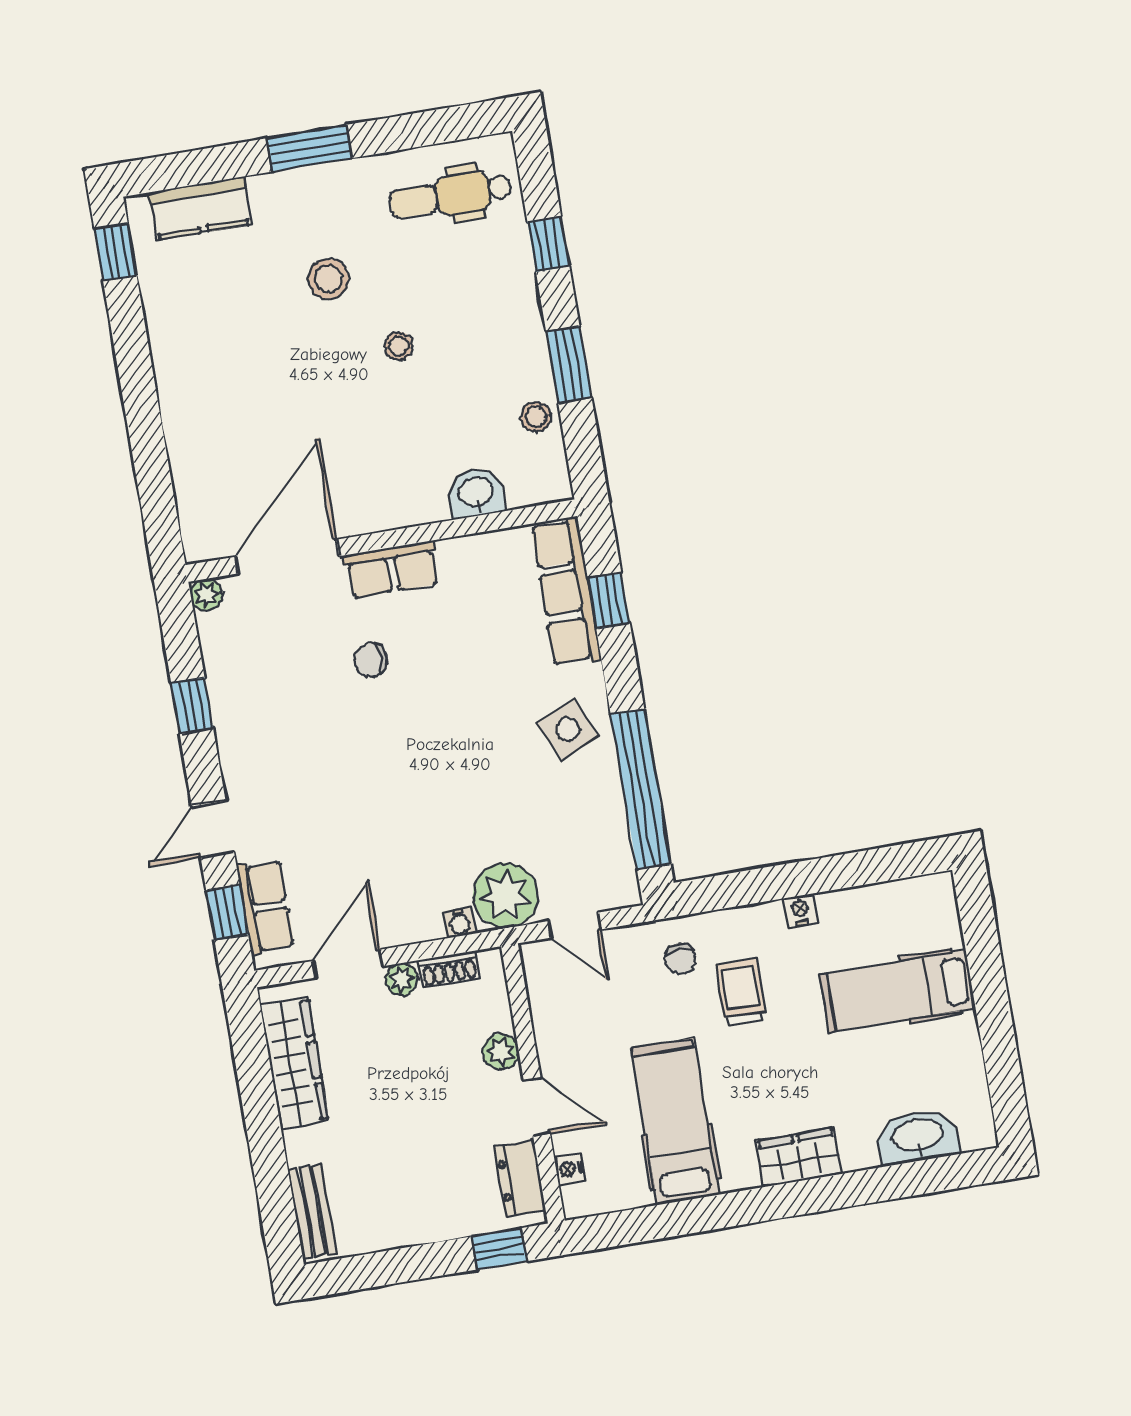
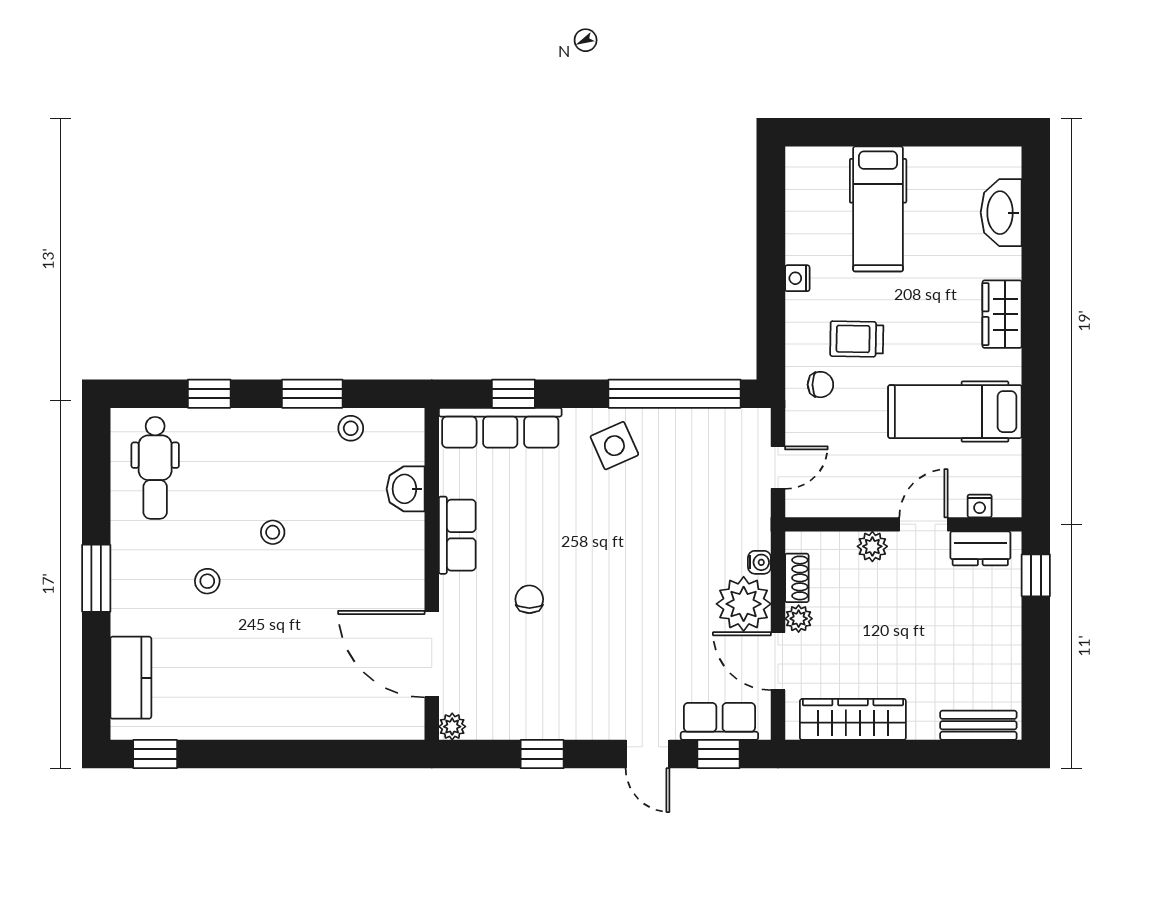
stool: (328, 279) -> (207, 581), width x0.73, depth x0.73
row of seats: (392, 570) -> (457, 535), moved
chair: (371, 660) -> (529, 599), turned 180
plant: (505, 895) -> (744, 604), moved

